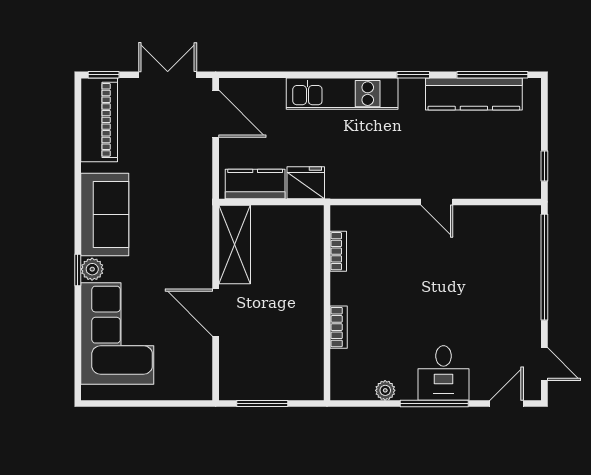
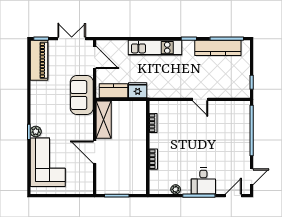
sofa: (105, 214) -> (82, 95), moved, turned 180
door: (544, 364) -> (252, 177), hinge flipped

